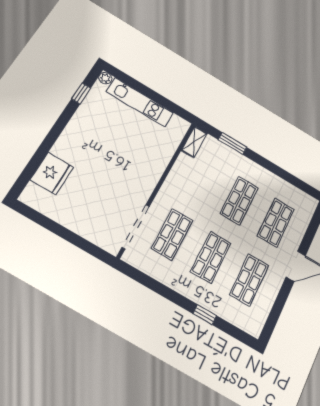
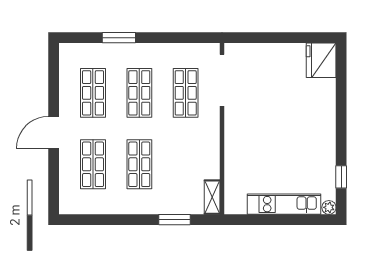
fridge: (52, 173) -> (321, 60), moved
window: (205, 315) -> (119, 38), width x1.50

